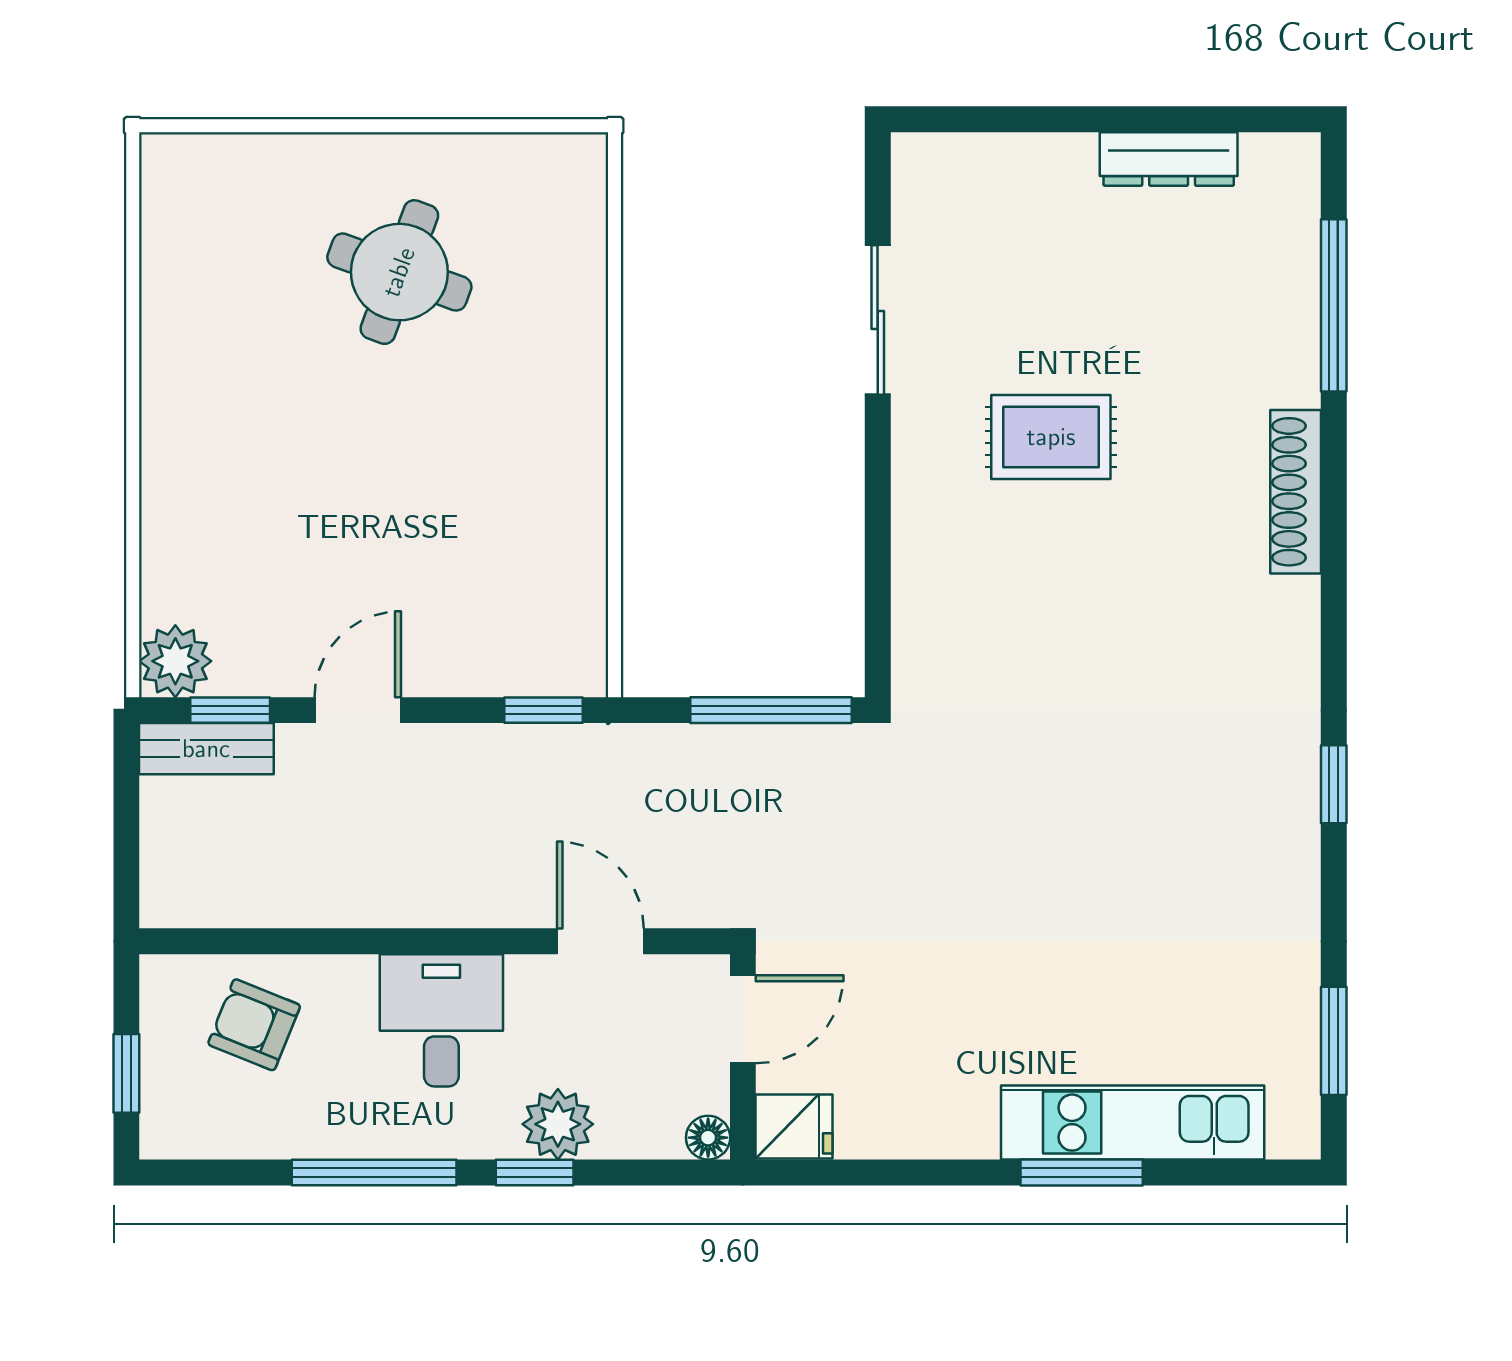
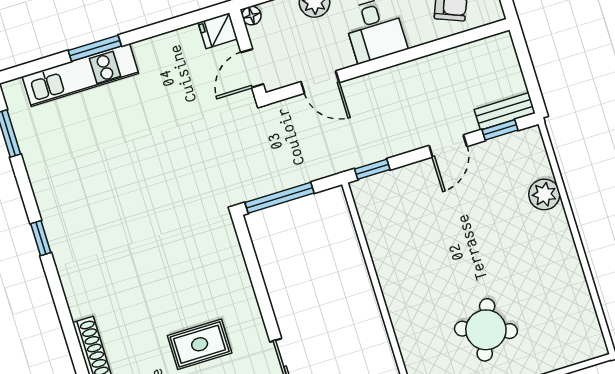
plant: (175, 661) -> (544, 194), moved

